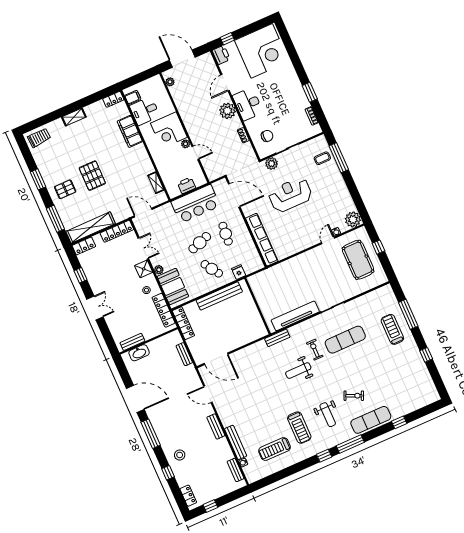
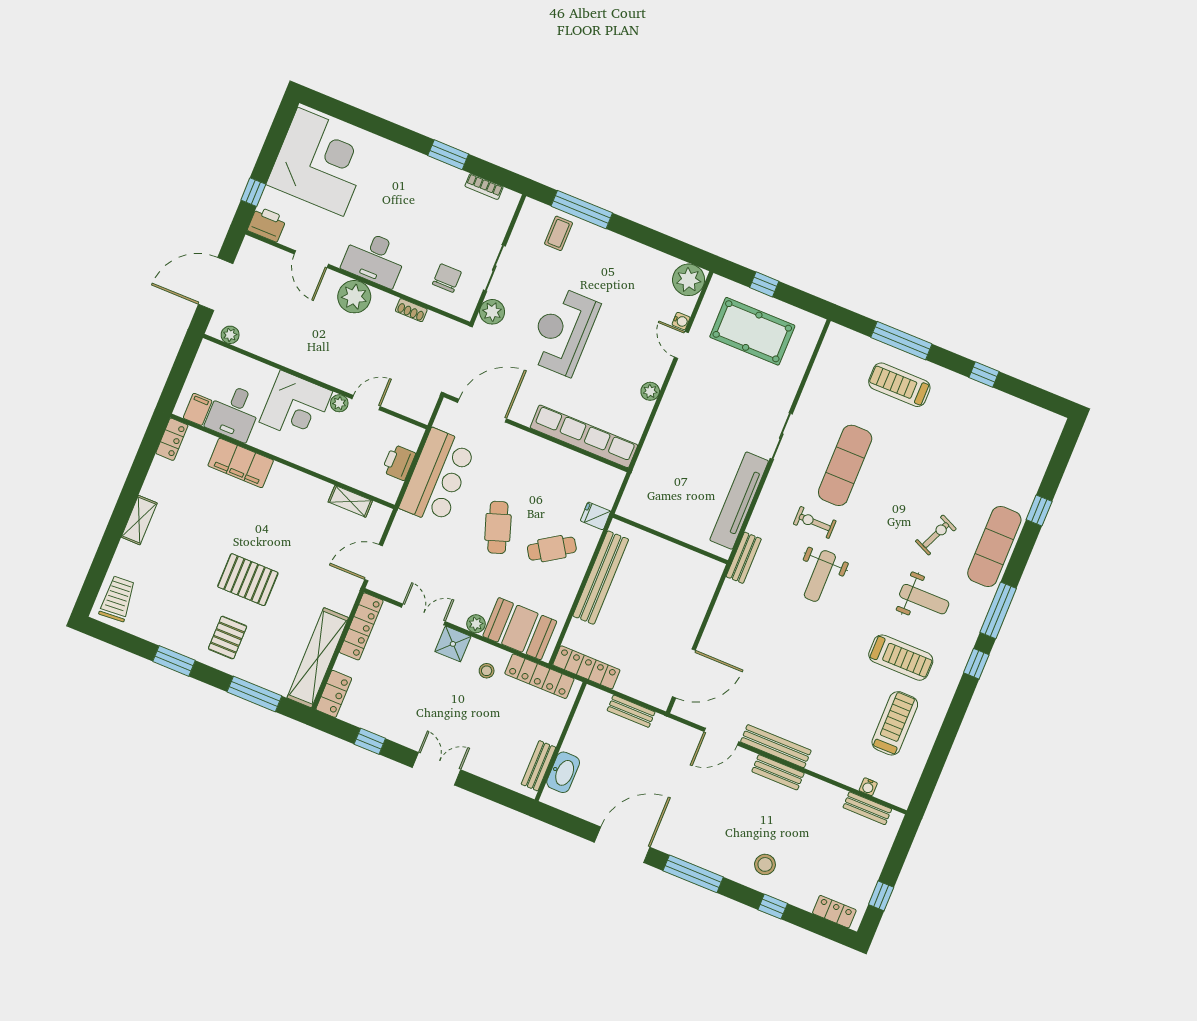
cafe table: (226, 234) -> (523, 478), removed
plant: (301, 246) -> (650, 391), added
bench: (236, 442) -> (776, 746), moved
treadmill: (275, 449) -> (895, 723), turned 180

